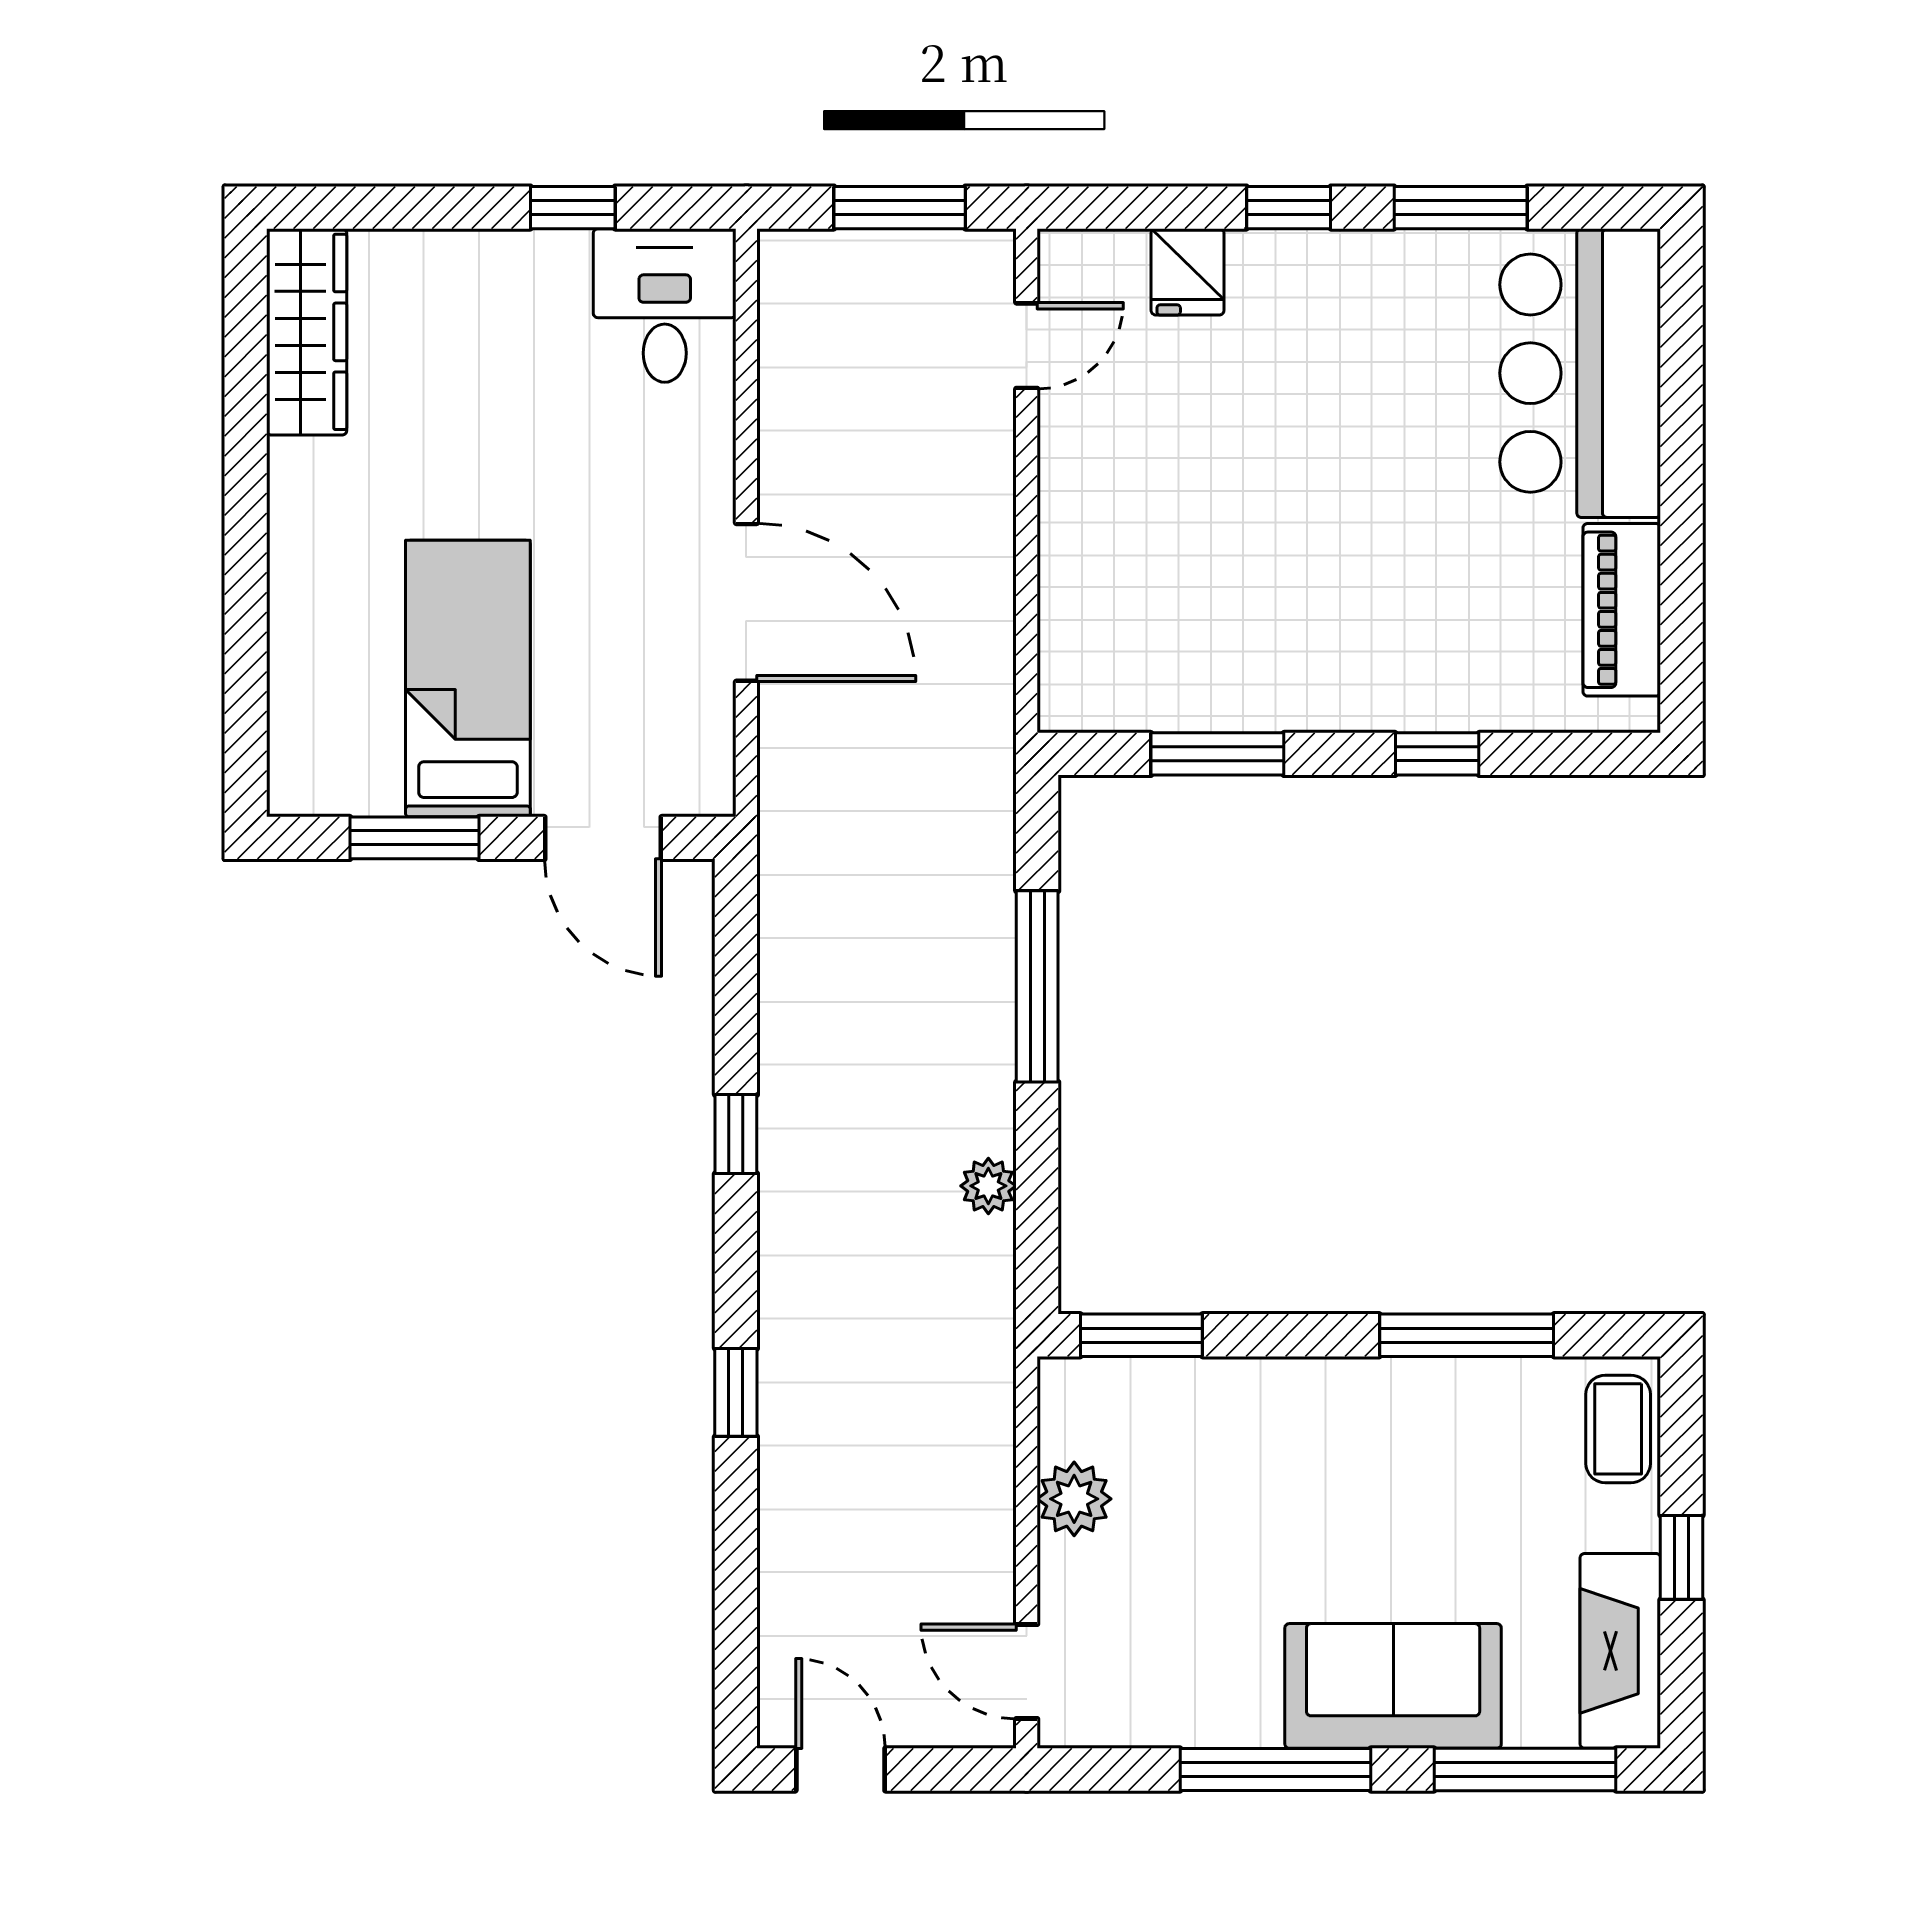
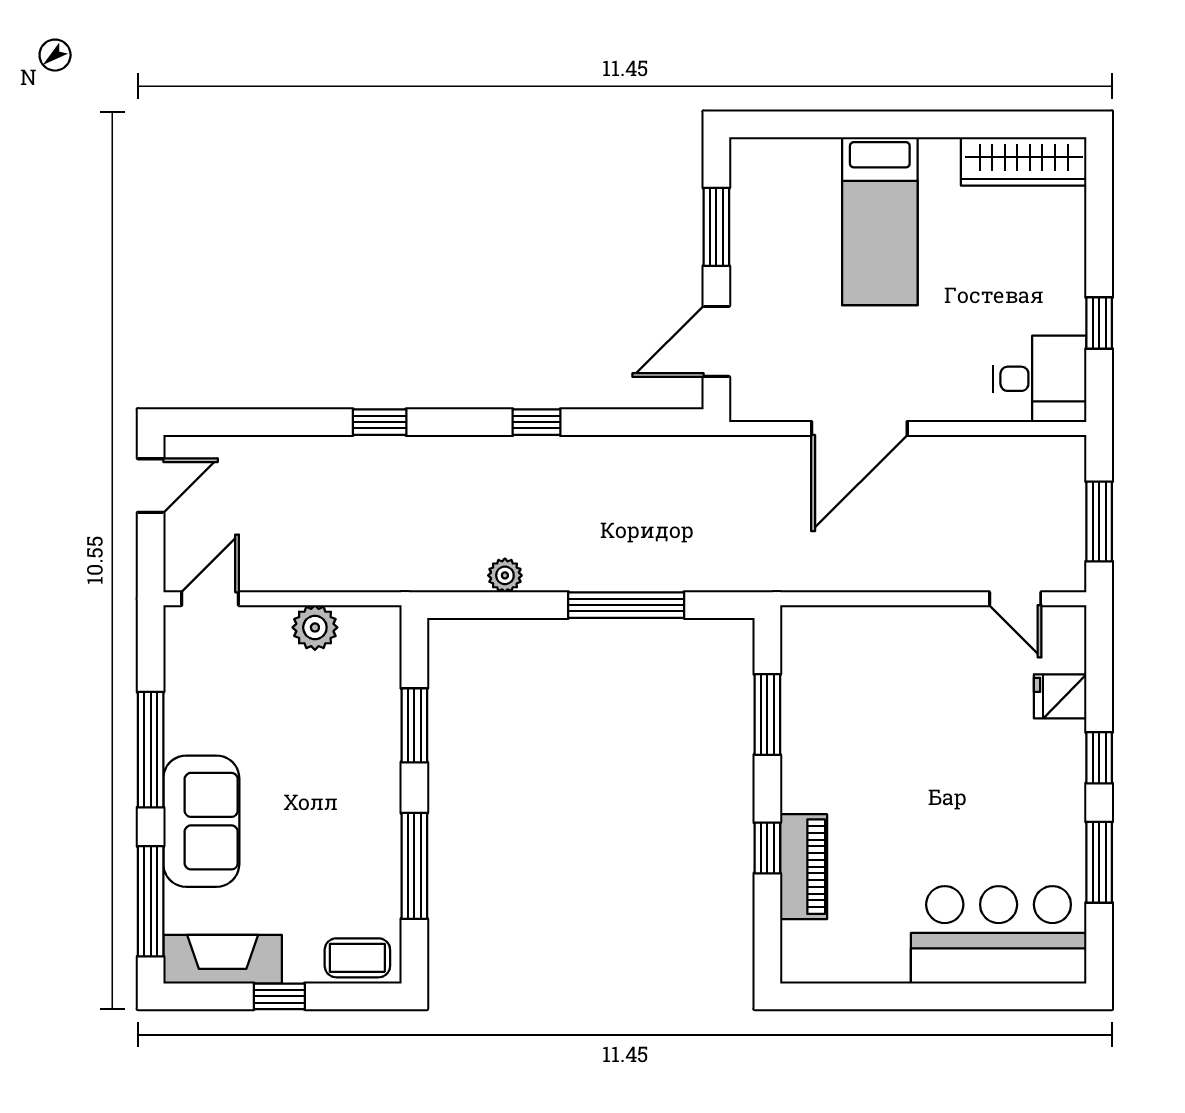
piano: (1622, 610) -> (804, 867), moved, turned 90
bed: (468, 679) -> (880, 221), moved, turned 90
window: (1141, 1335) -> (414, 725), moved

